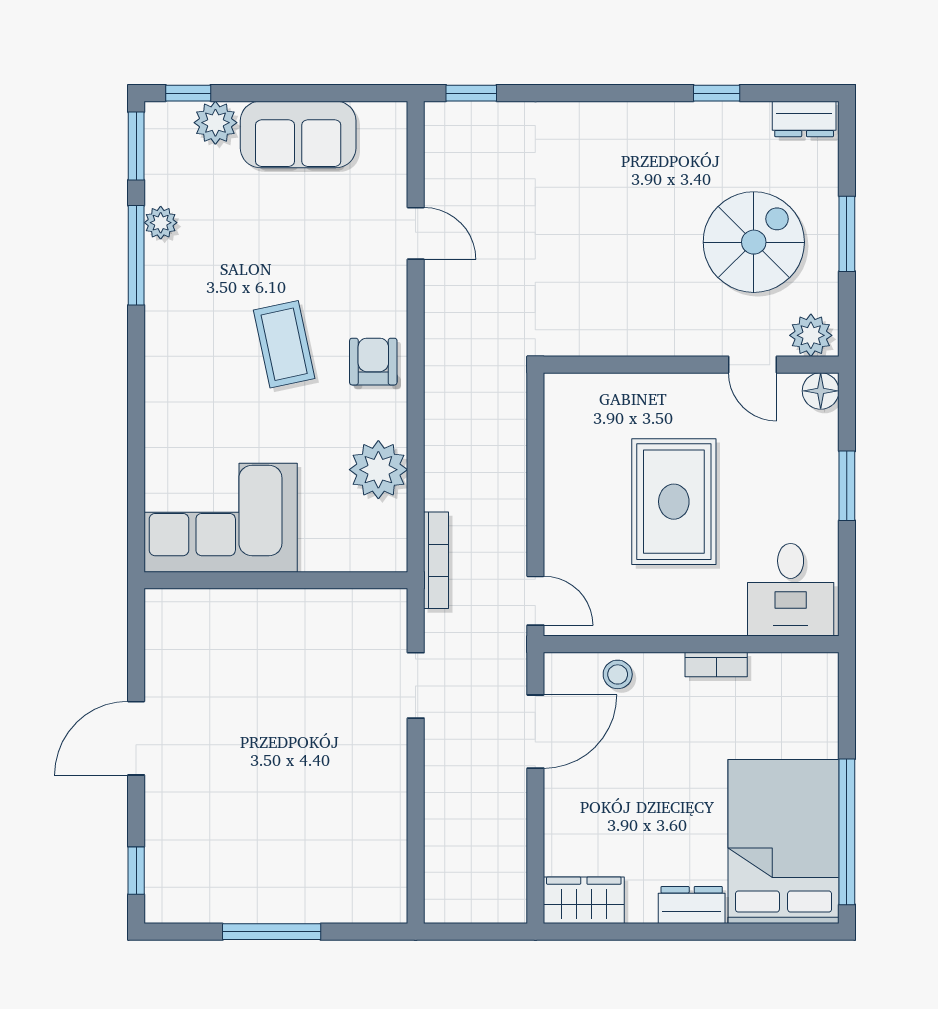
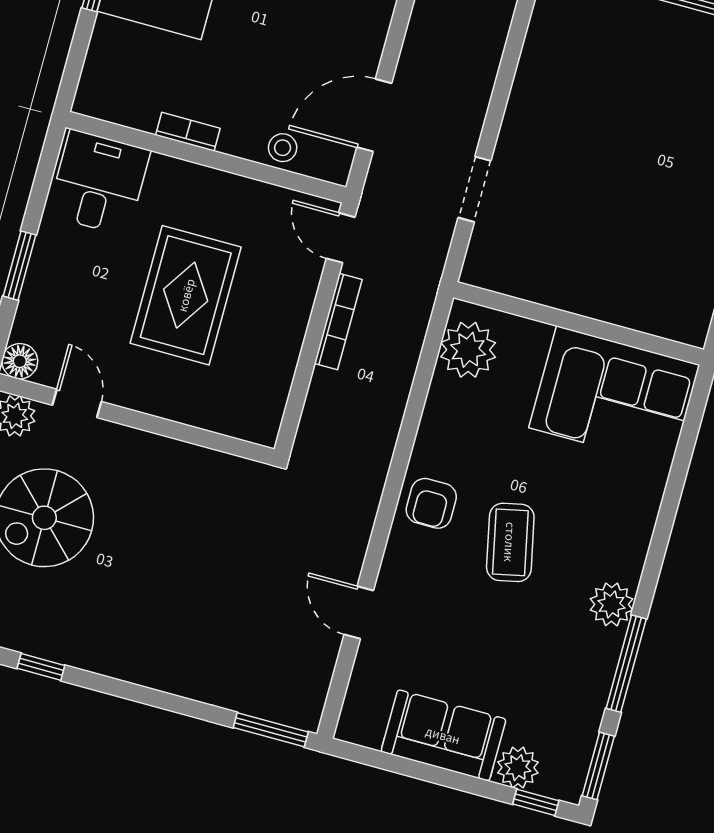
window: (471, 93) -> (271, 730), width x1.50
plant: (161, 223) -> (611, 604), moved, width x1.38, depth x1.38
plant: (378, 470) -> (468, 350), moved
bookcase: (436, 560) -> (338, 322), moved, turned 180

